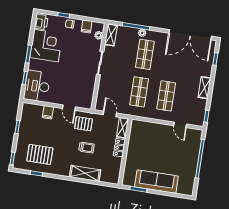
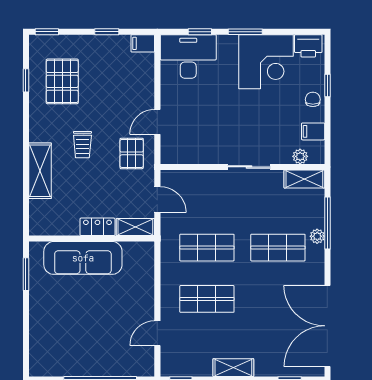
filing cabinet: (48, 112) -> (143, 43), moved
door: (110, 114) -> (157, 199), hinge flipped
trolley: (86, 148) -> (82, 145), moved
sofa: (156, 182) -> (83, 258), moved, turned 90

